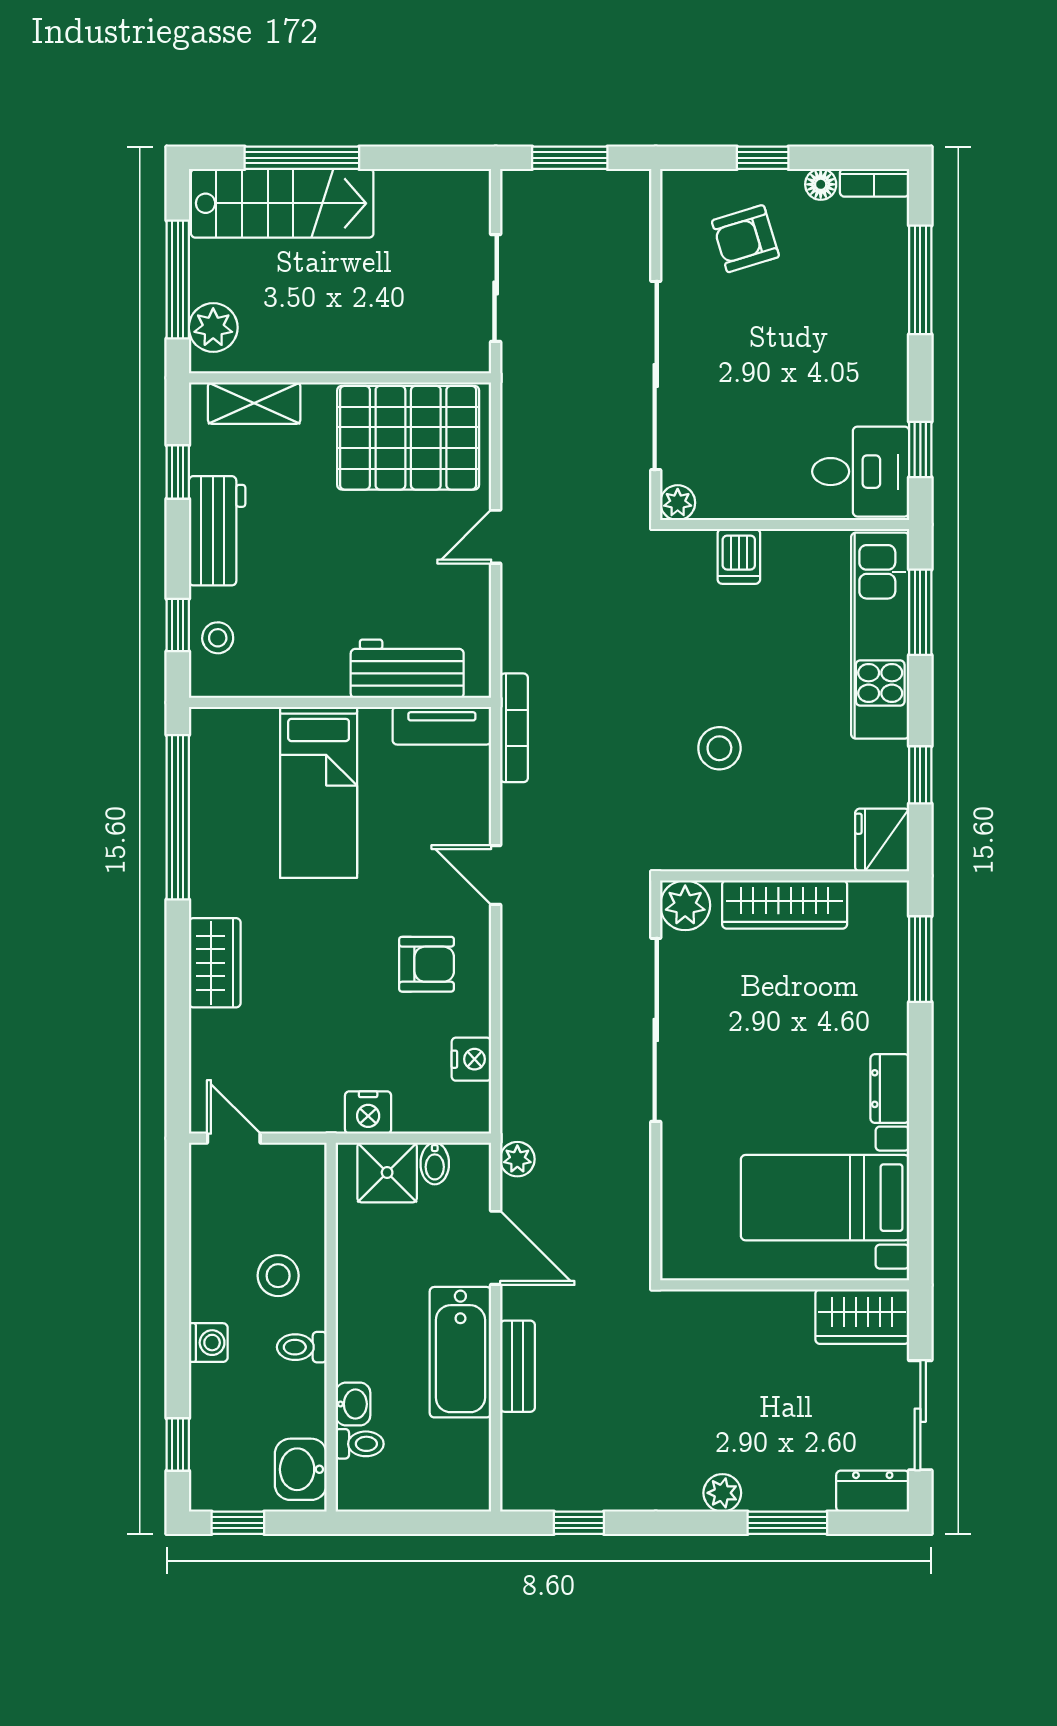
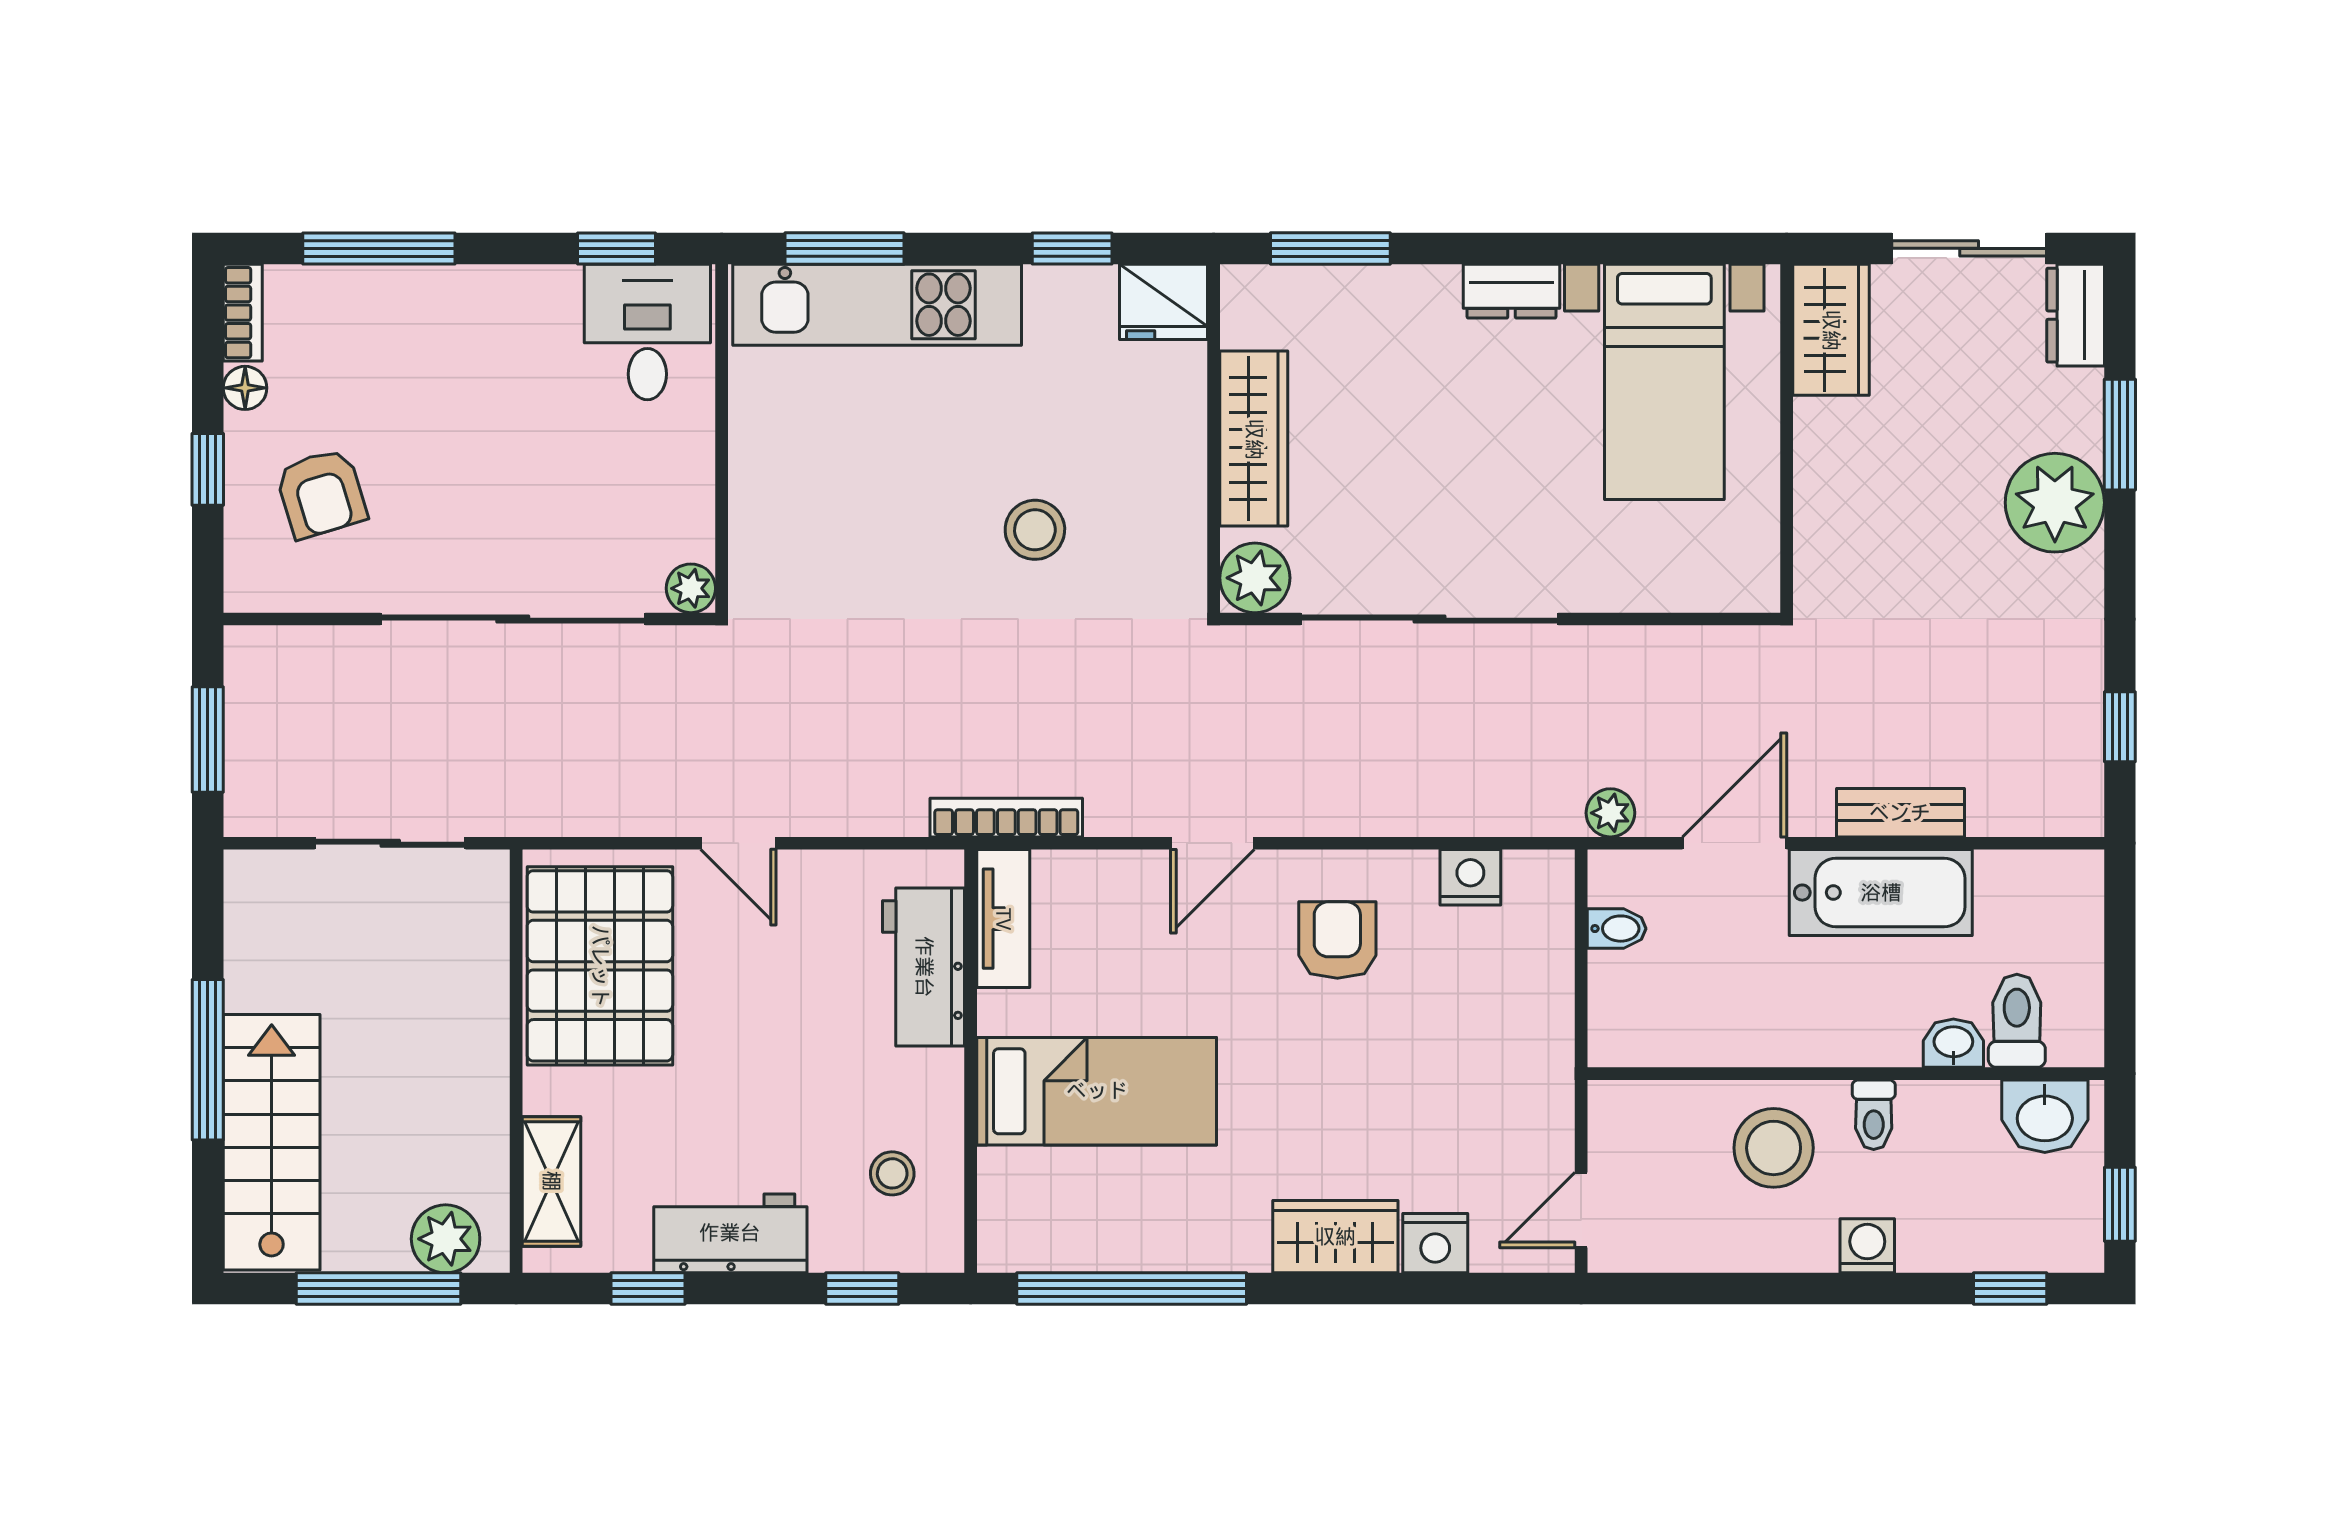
window: (302, 158) -> (208, 1060), moved
dishwasher: (739, 556) -> (766, 503), removed
stool: (218, 638) -> (892, 1173), moved
nightstand: (368, 1112) -> (1435, 1243), moved, turned 90
shower: (387, 1172) -> (1629, 995), removed
stool: (278, 1276) -> (1774, 1148), width x1.38, depth x1.38
toilet: (360, 1444) -> (2017, 1021), width x1.37, depth x1.39
plant: (722, 1493) -> (2055, 503), width x1.87, depth x1.87

